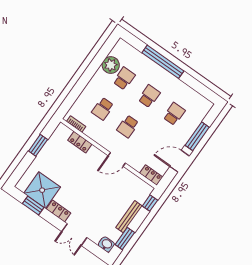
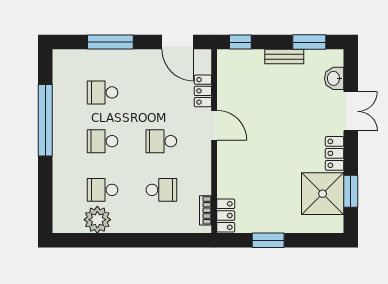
window: (163, 62) -> (45, 120), moved
school desk: (128, 126) -> (161, 141), turned 180
locker: (80, 142) -> (226, 216), moved
door: (180, 161) -> (178, 42), moved
locker: (151, 175) -> (203, 91), moved
bench: (129, 217) -> (284, 57), width x0.73
washbasin: (106, 245) -> (334, 78), moved

